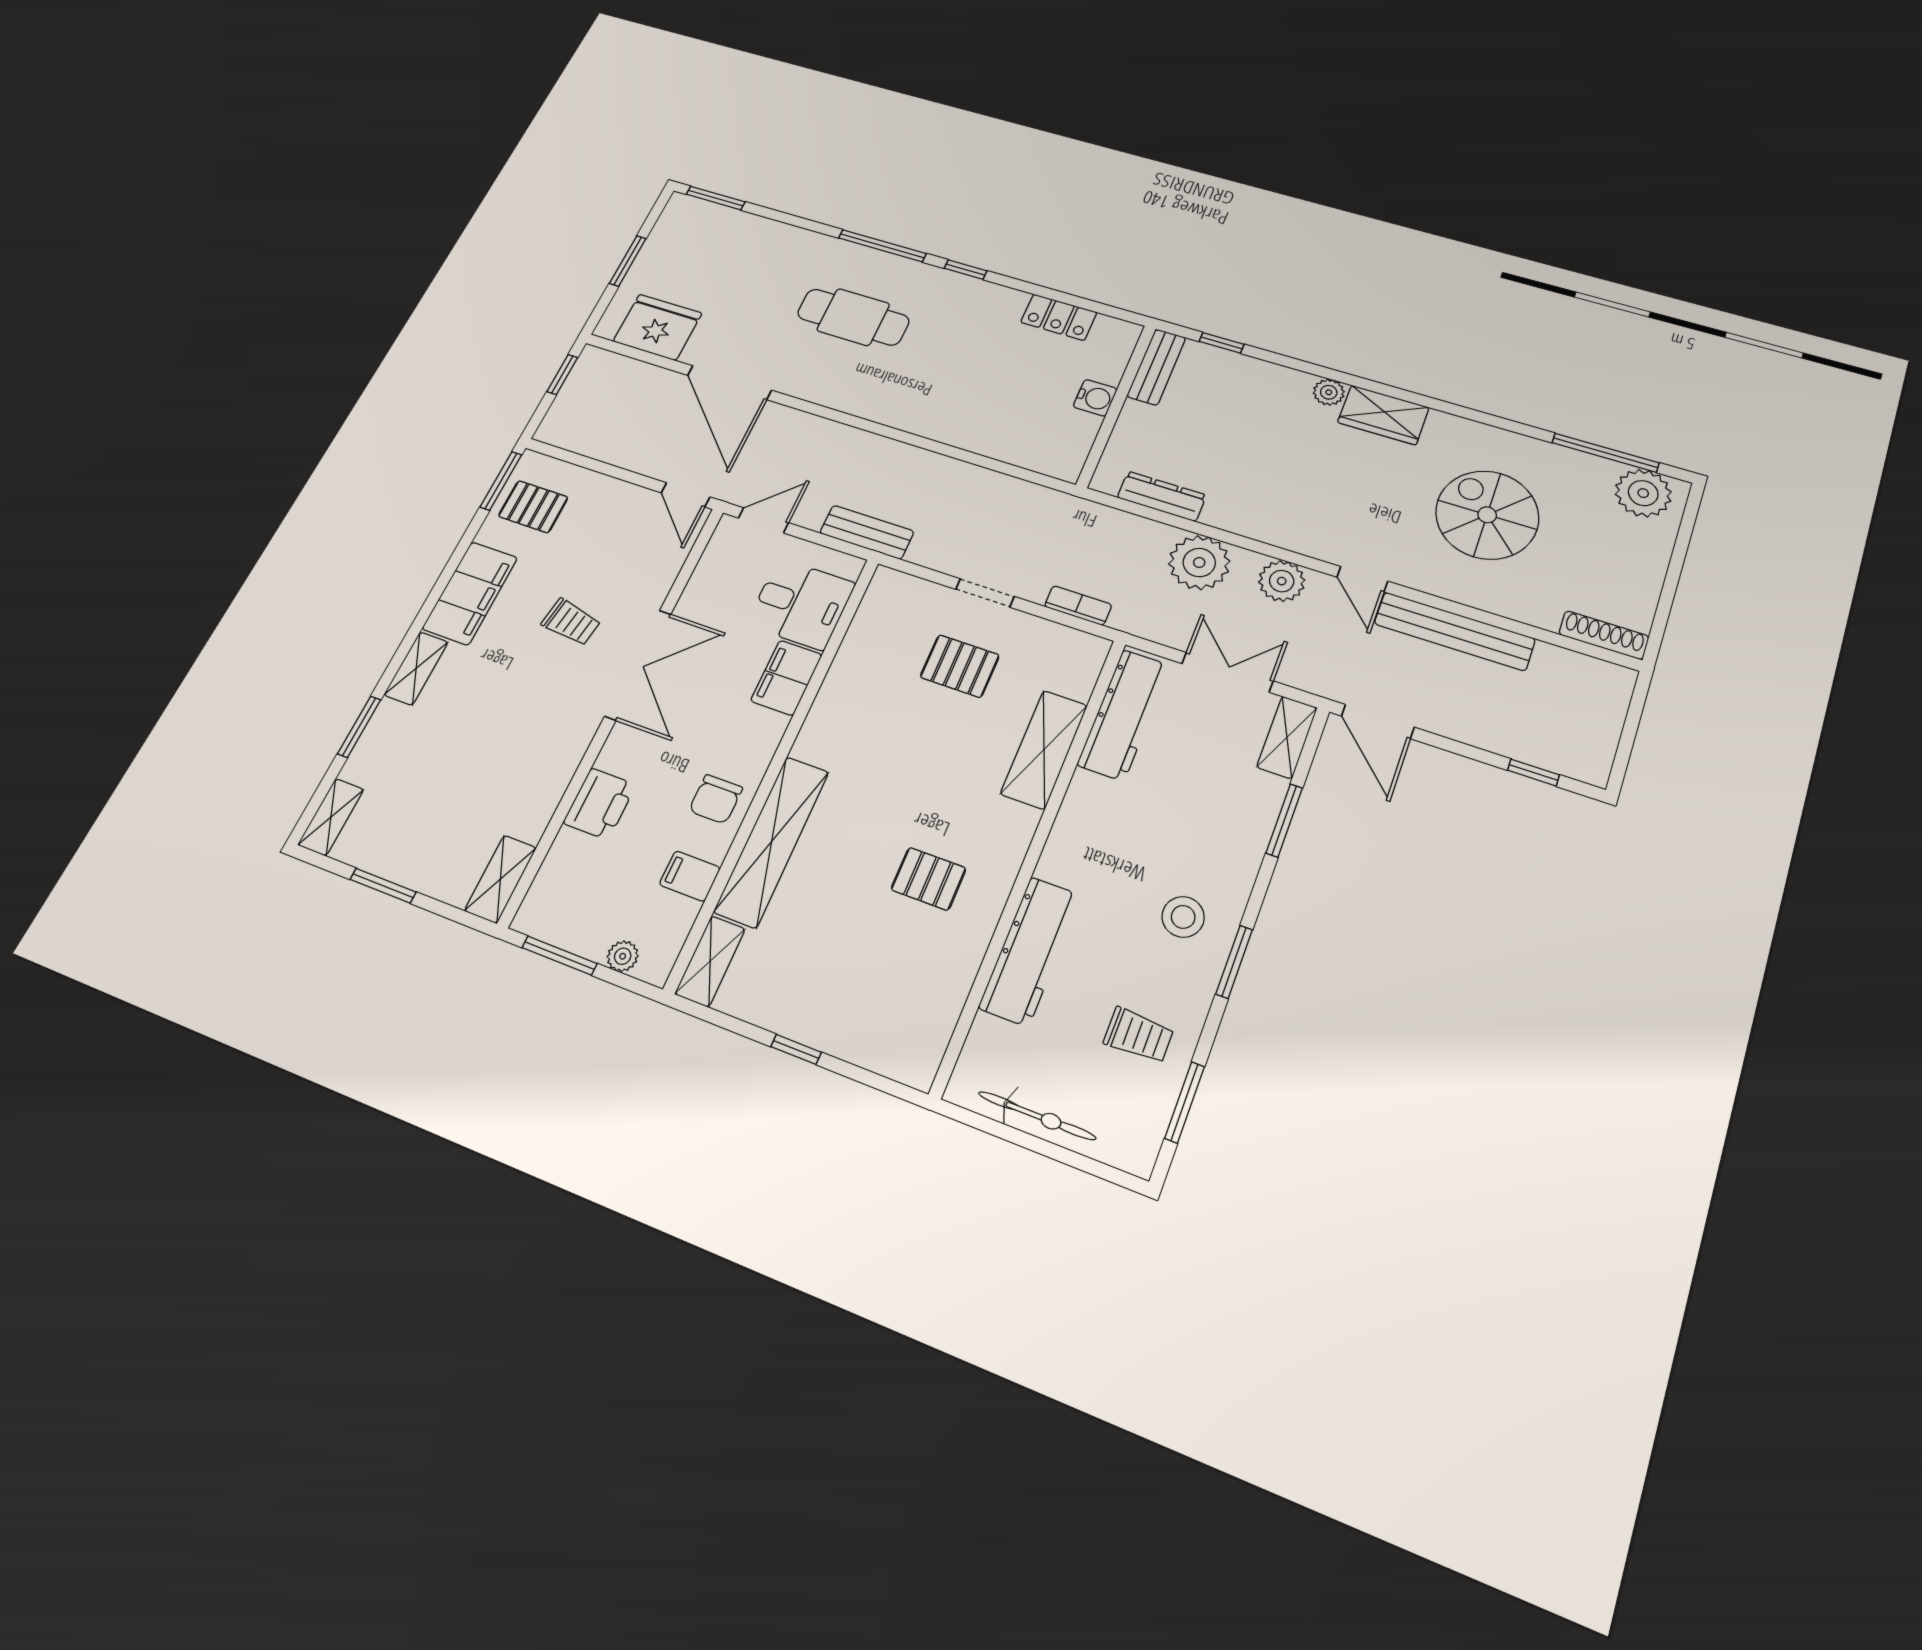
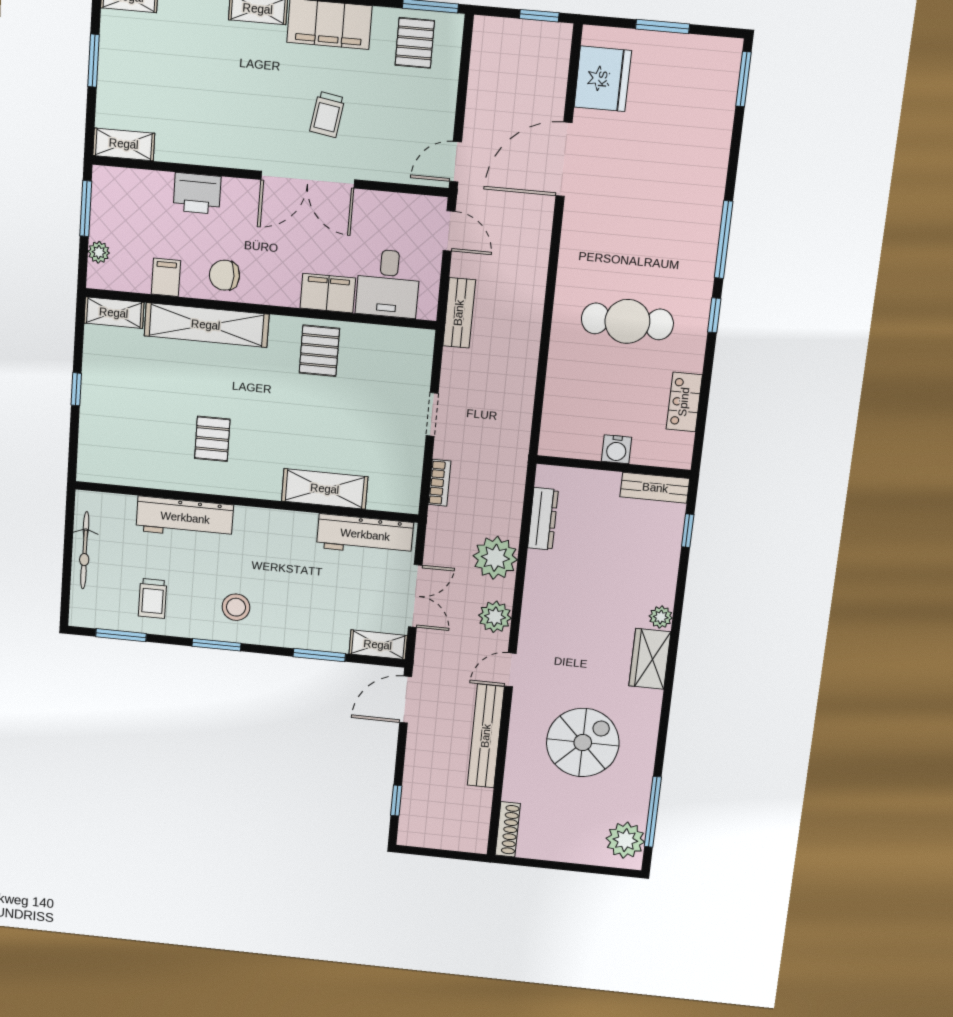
cafe table: (853, 317) -> (627, 321), moved, turned 90
pallet: (960, 666) -> (319, 351), moved

